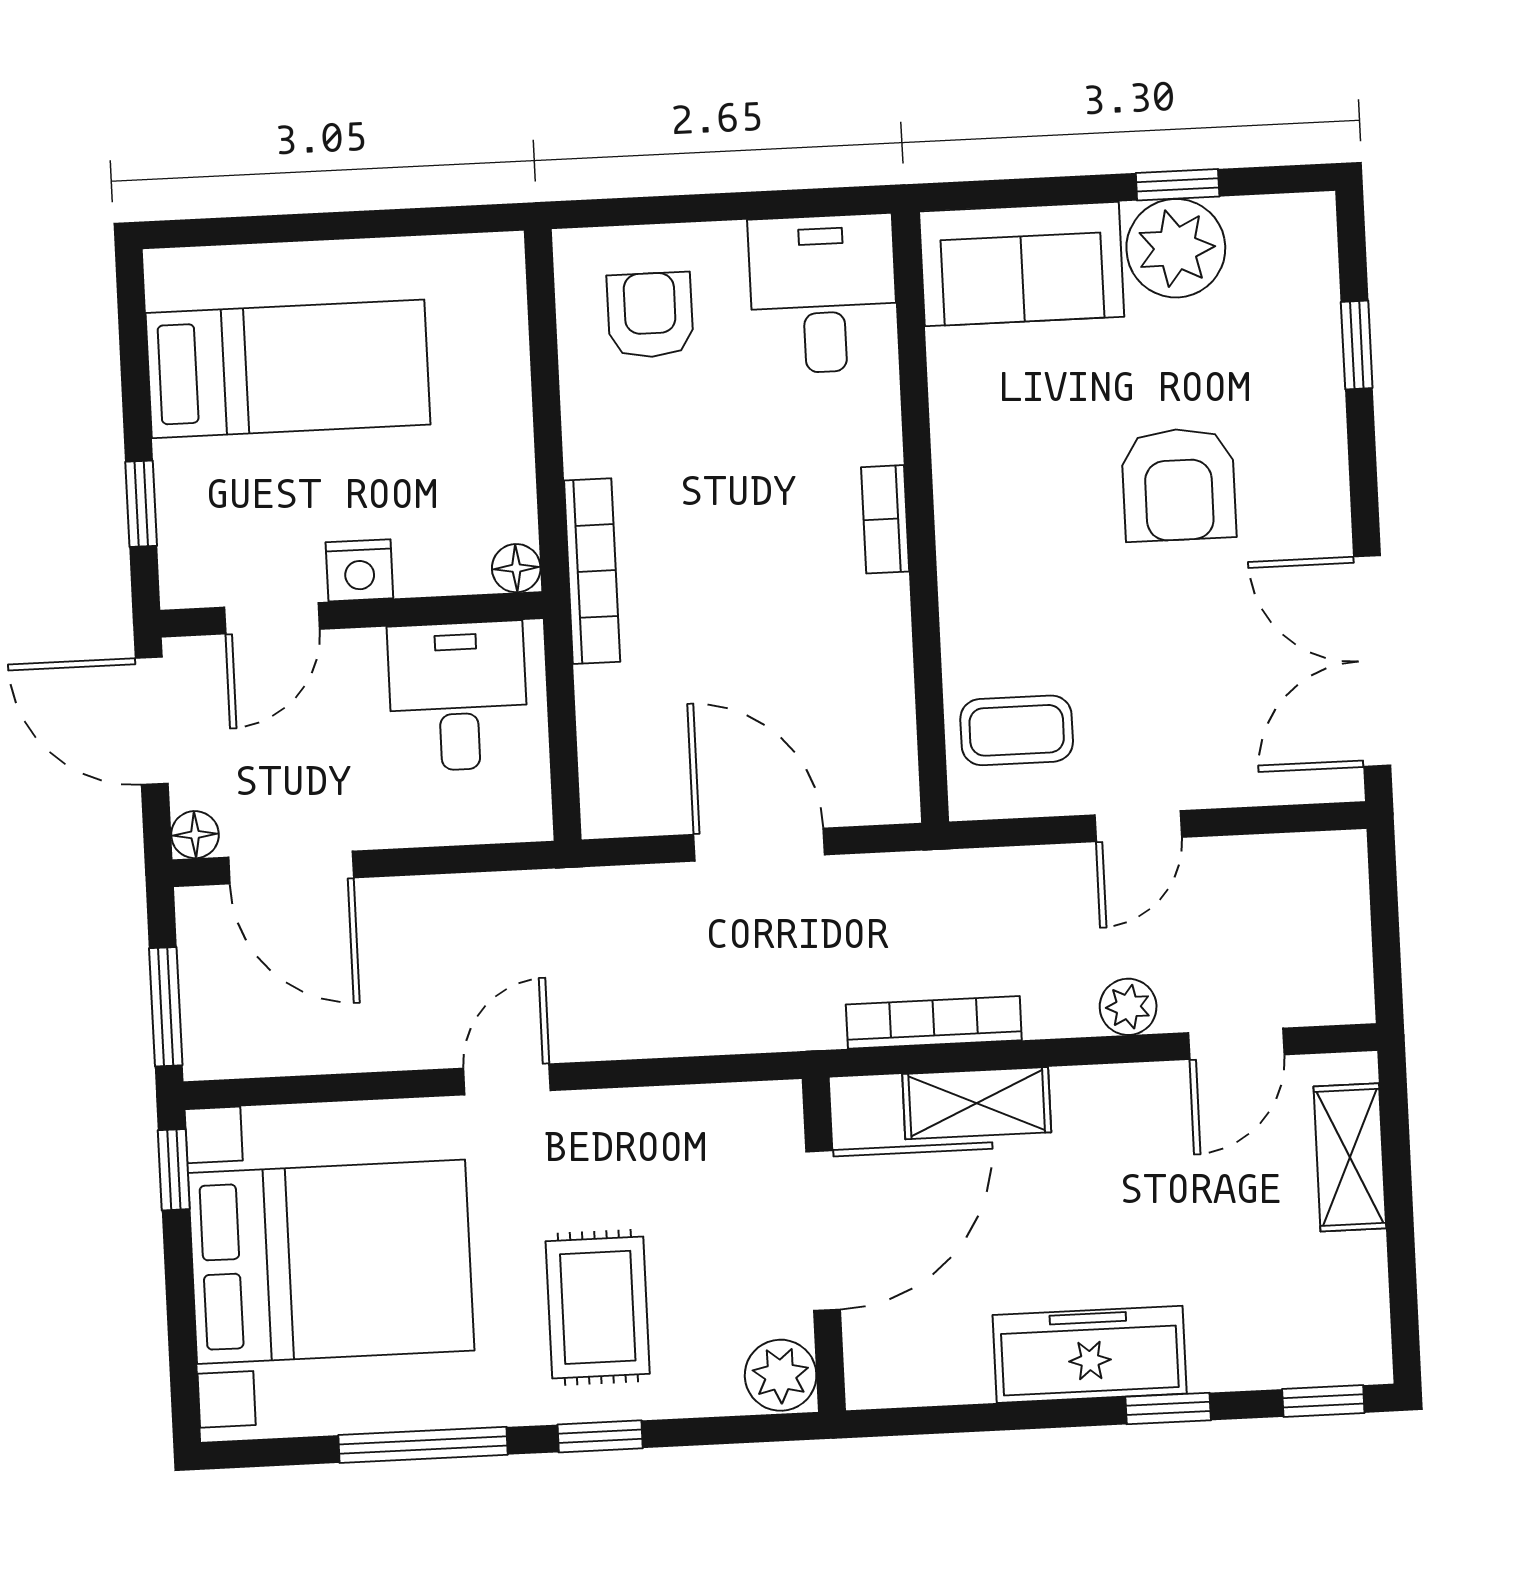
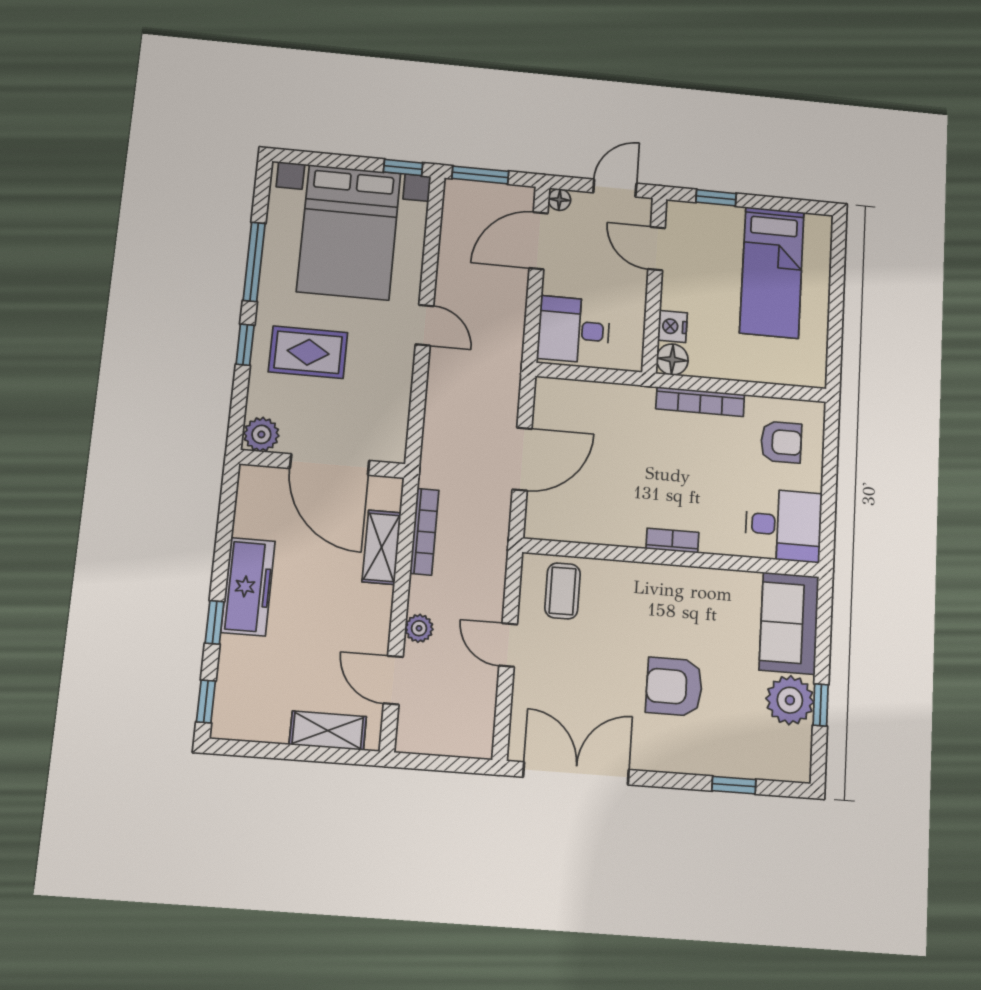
floor lamp: (516, 568) -> (672, 359), width x1.37, depth x1.37
nightstand: (359, 570) -> (673, 326), moved
bookcase: (592, 571) -> (700, 402), moved
desk: (458, 696) -> (574, 330), moved, turned 180
door: (152, 721) -> (615, 188), width x0.73

